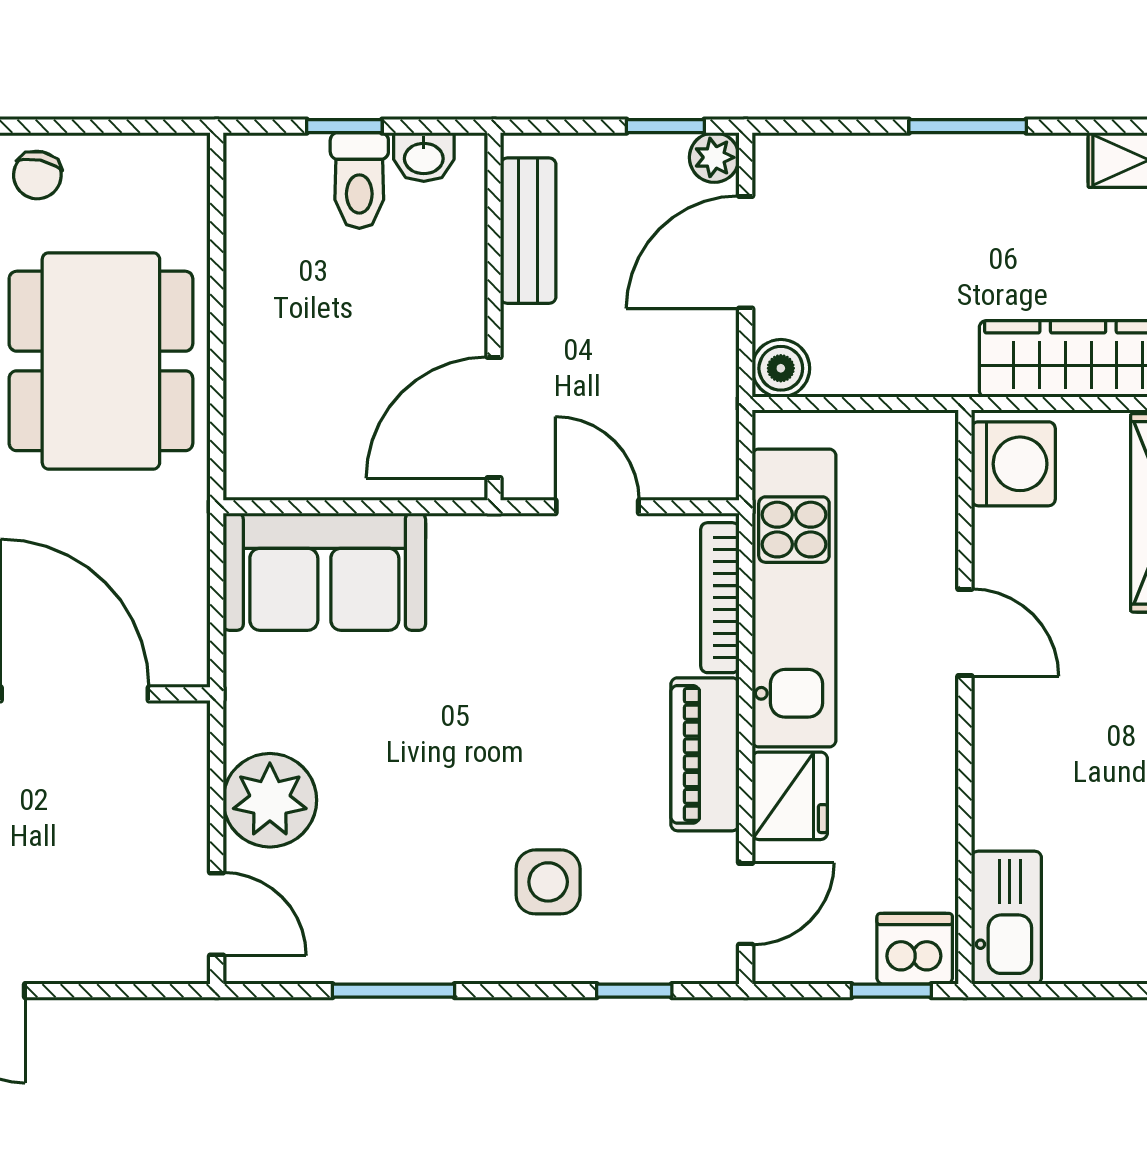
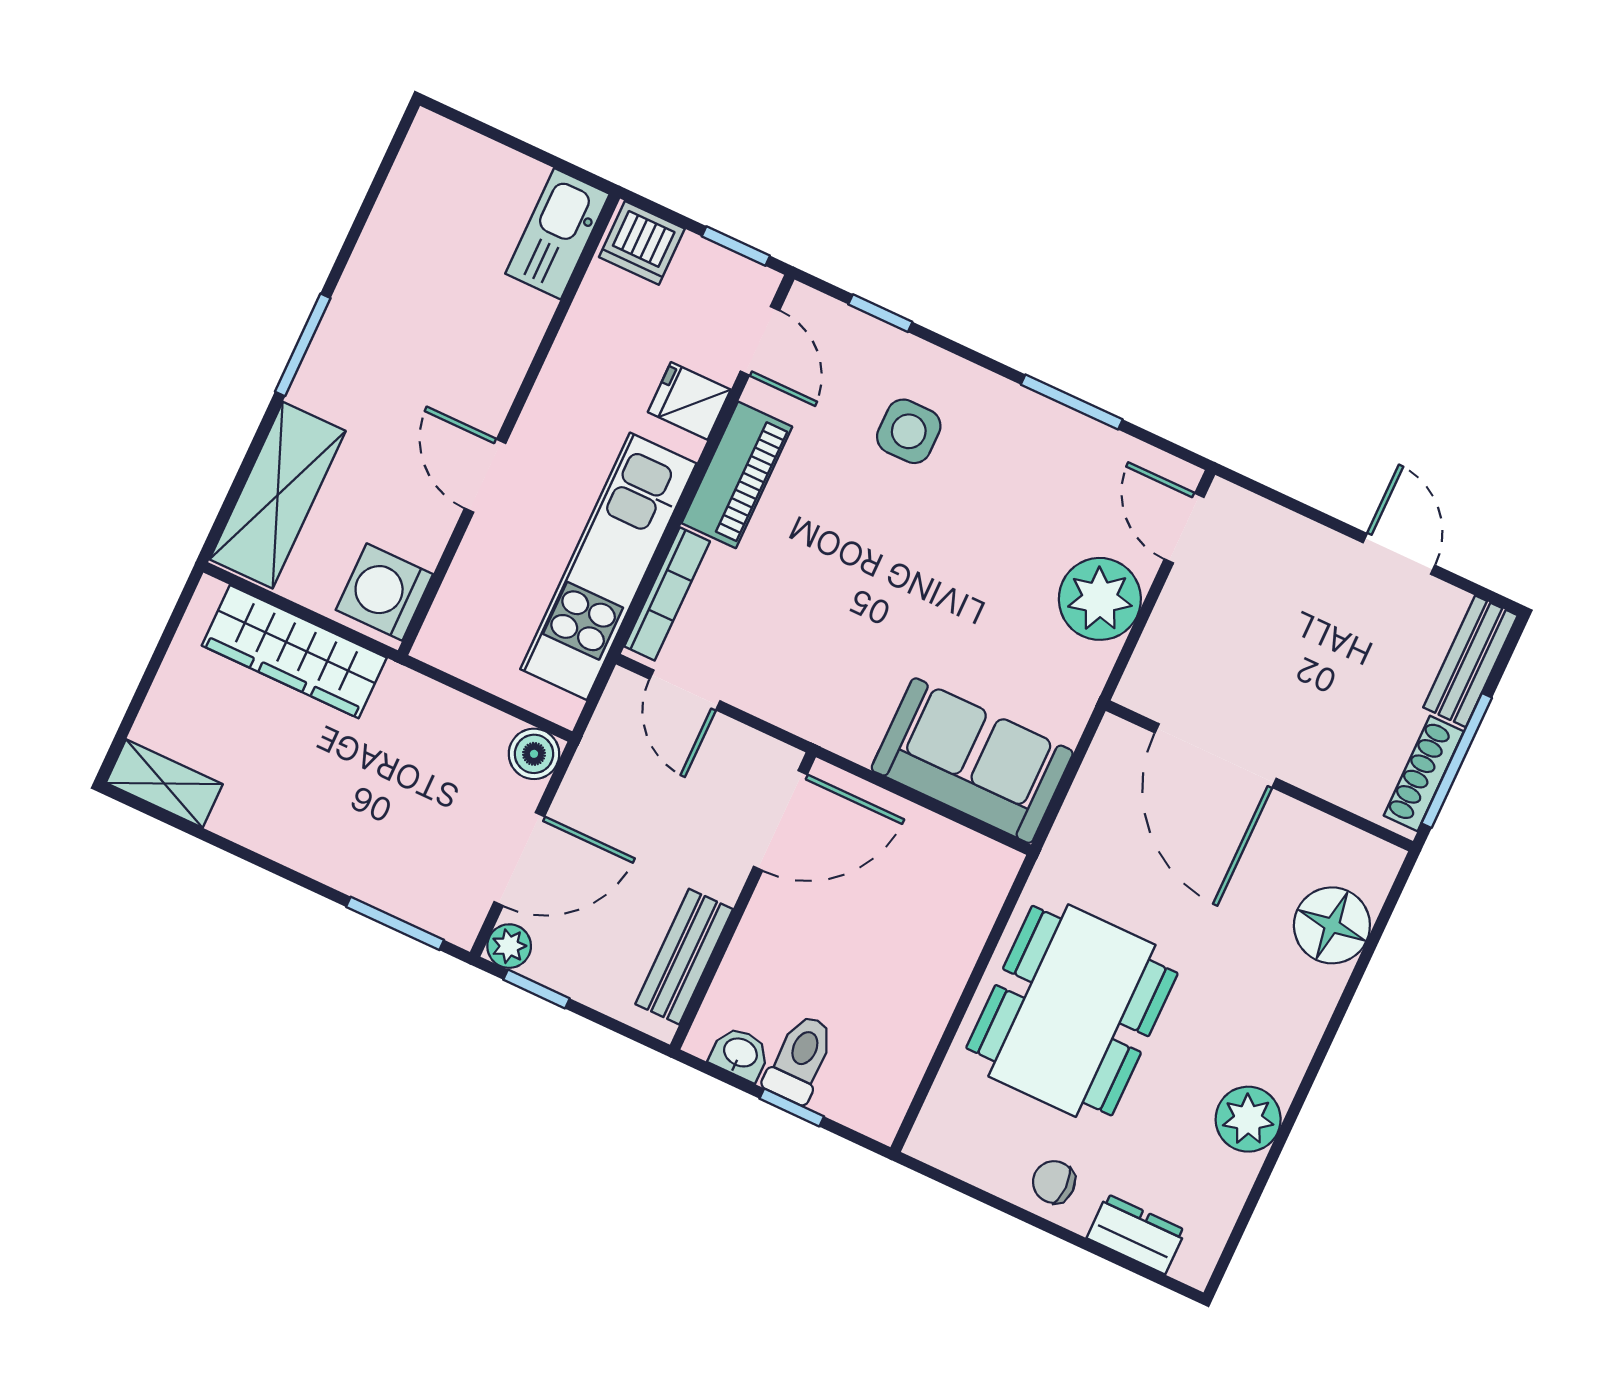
window: (968, 126) -> (395, 923), moved
chair: (37, 175) -> (1054, 1182), turned -102
door: (597, 507) -> (685, 690), moved
fridge: (790, 796) -> (689, 401), width x0.72
door: (746, 904) -> (760, 341), swing flipped
window: (891, 991) -> (736, 246), moved

